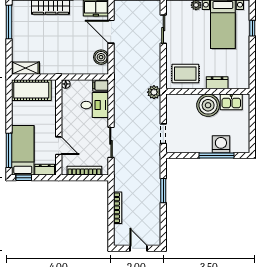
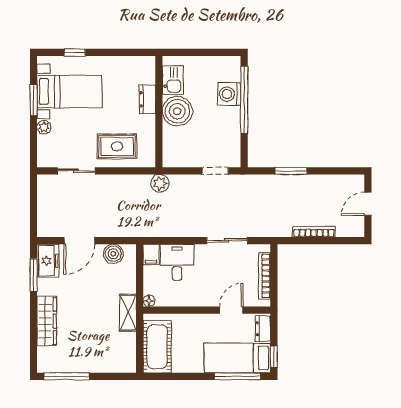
shelving: (25, 68) -> (128, 313), moved
rug: (185, 74) -> (117, 146), moved, turned 90
window: (217, 155) -> (244, 100), width x1.46

